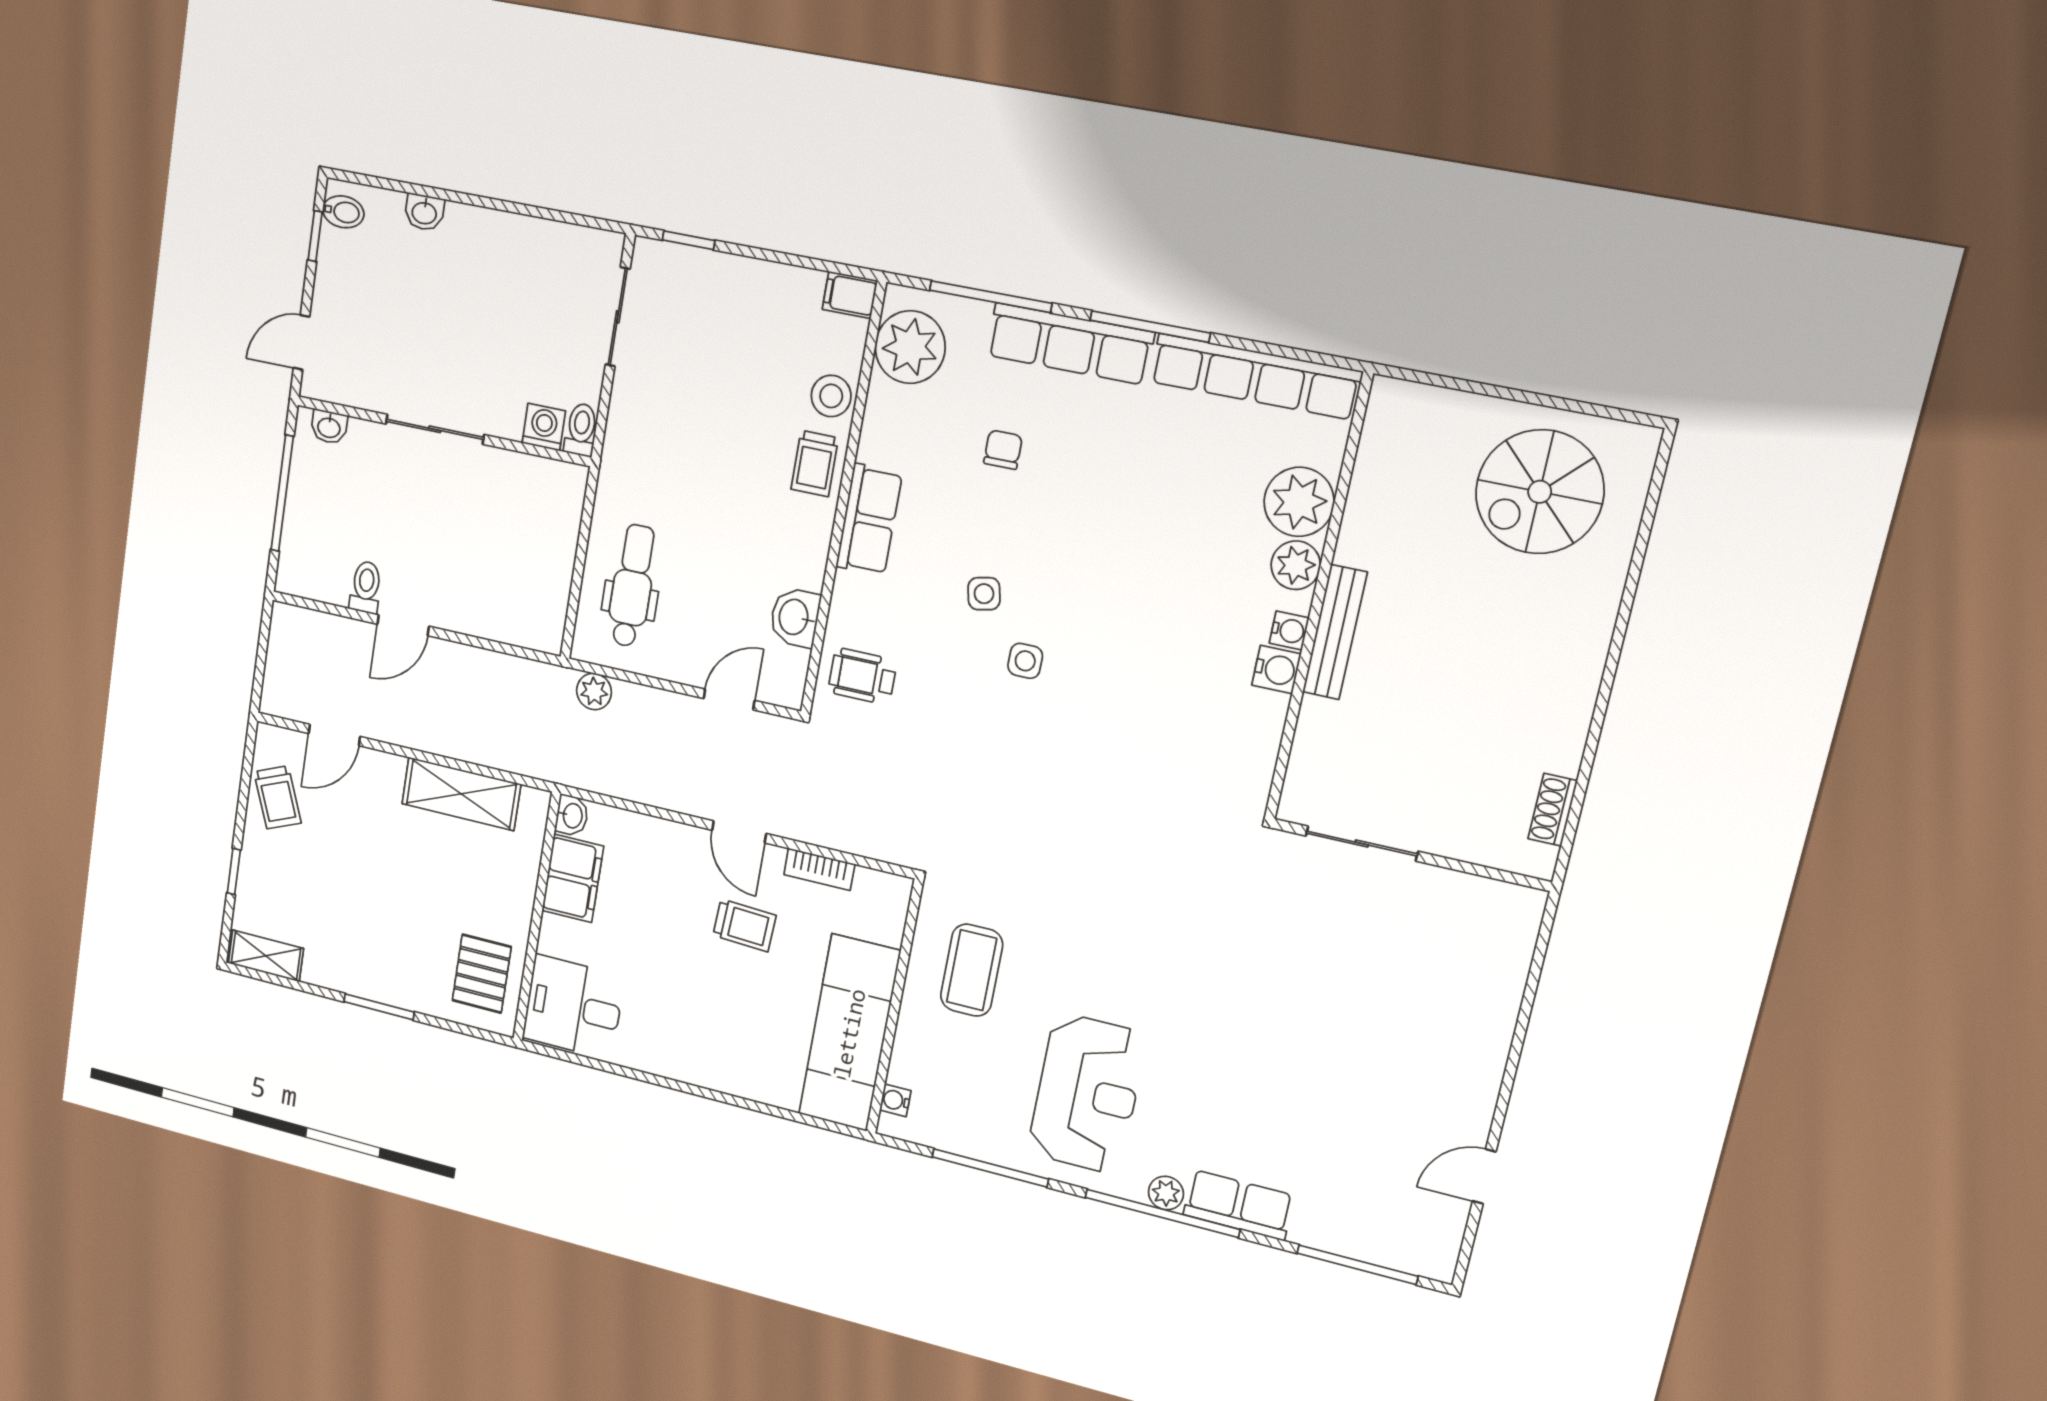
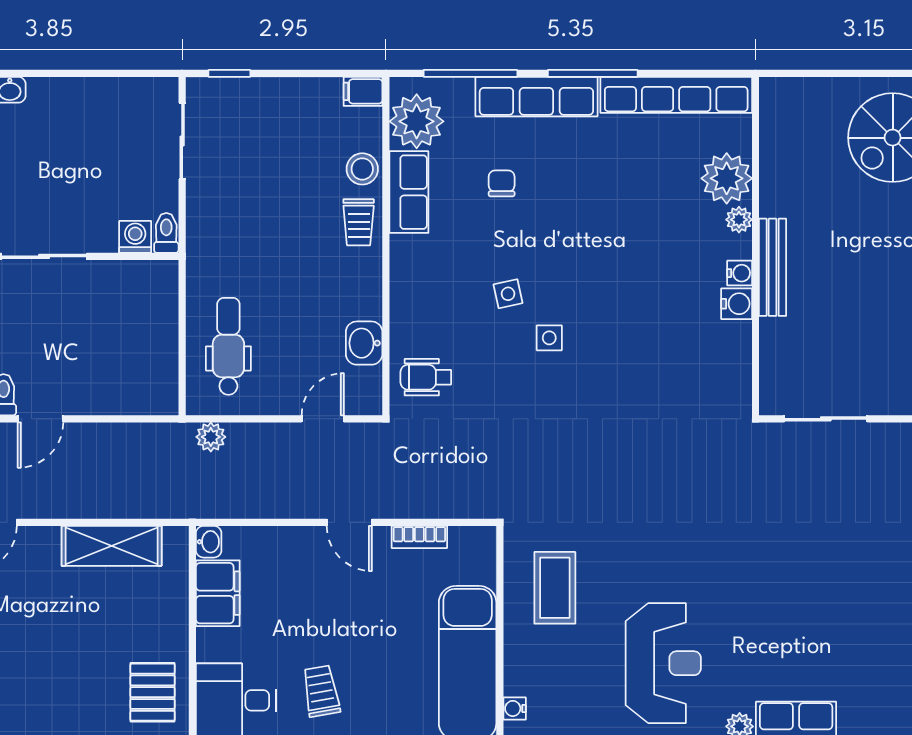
row of seats: (869, 520) -> (409, 192), moved
plant: (1296, 565) -> (739, 220), width x0.73, depth x0.73
trolley: (744, 925) -> (321, 691), moved, turned -103

